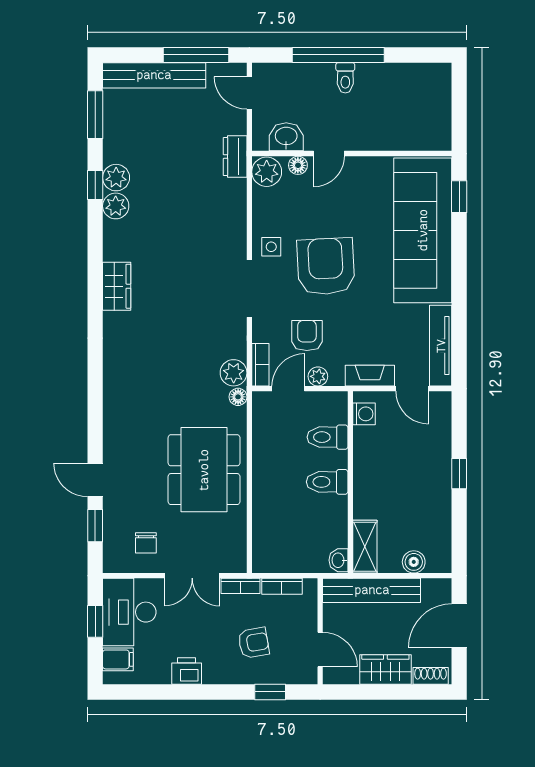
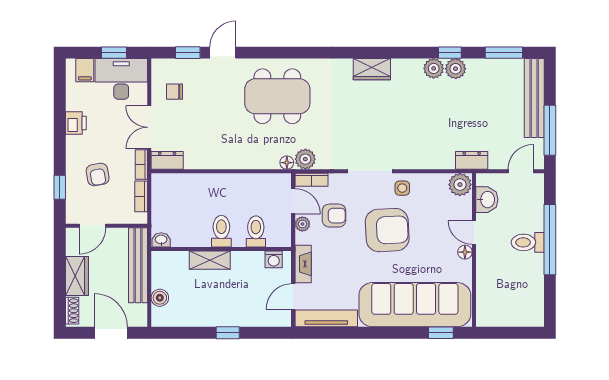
toilet: (345, 78) -> (528, 242), width x1.37, depth x1.39
floor lamp: (298, 165) -> (465, 252), moved
dining table: (204, 470) -> (277, 96), moved
shelving: (365, 547) -> (210, 260), moved
dresser: (235, 552) -> (167, 160), added

